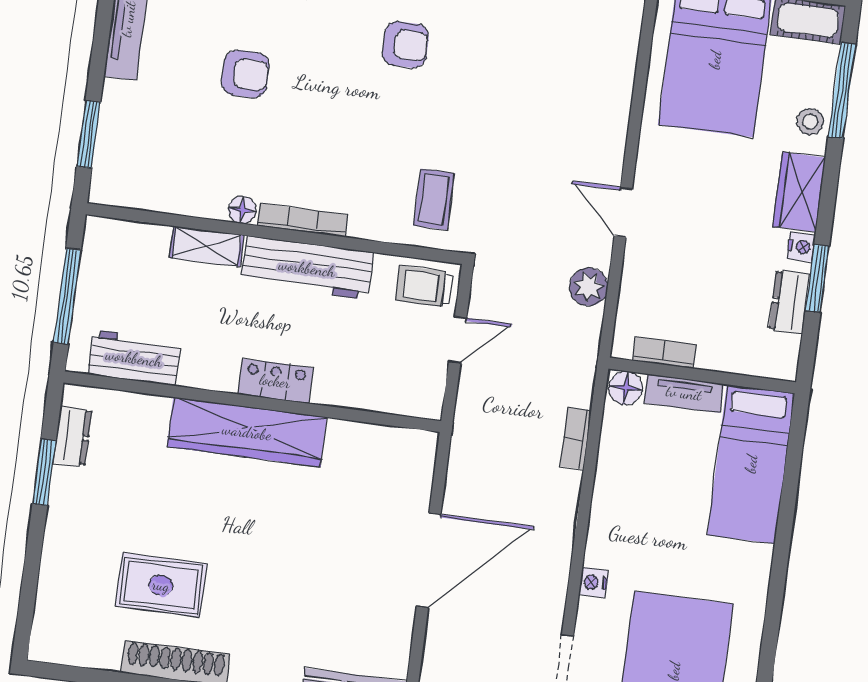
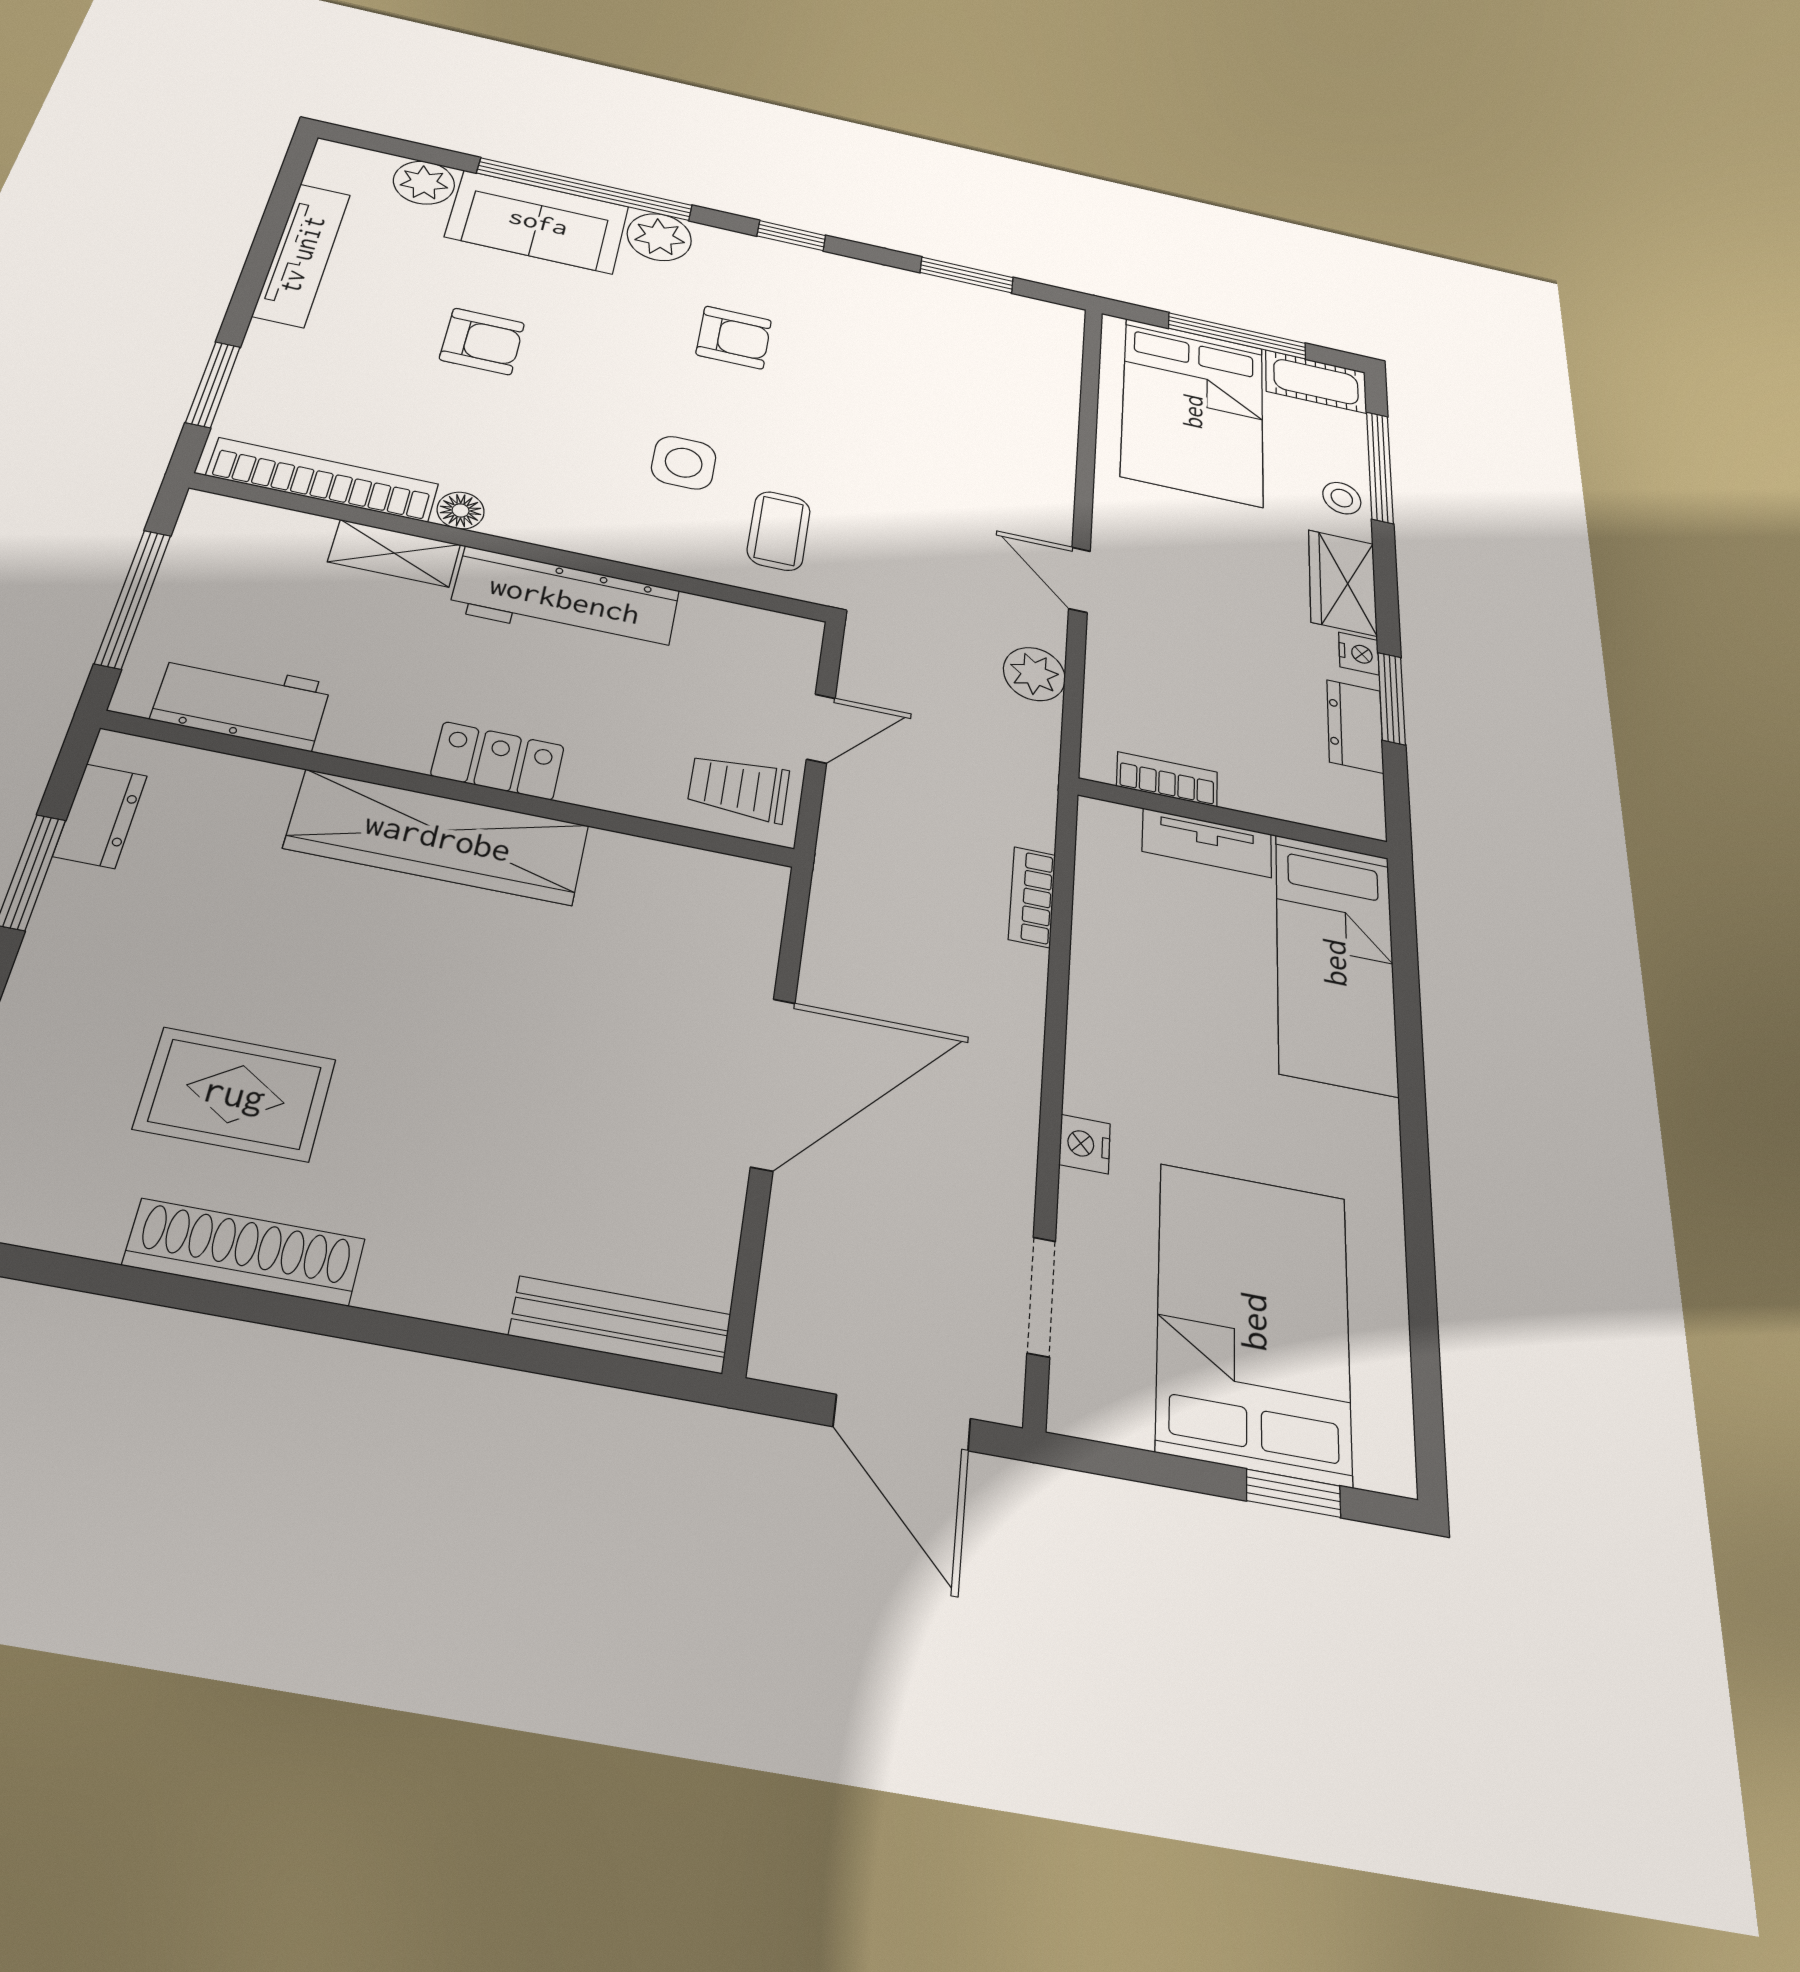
side table: (375, 154) -> (684, 463), added
bookcase: (302, 220) -> (323, 480), moved, width x1.48, depth x1.31
trolley: (424, 287) -> (739, 788), moved
floor lamp: (626, 388) -> (1109, 826), removed

